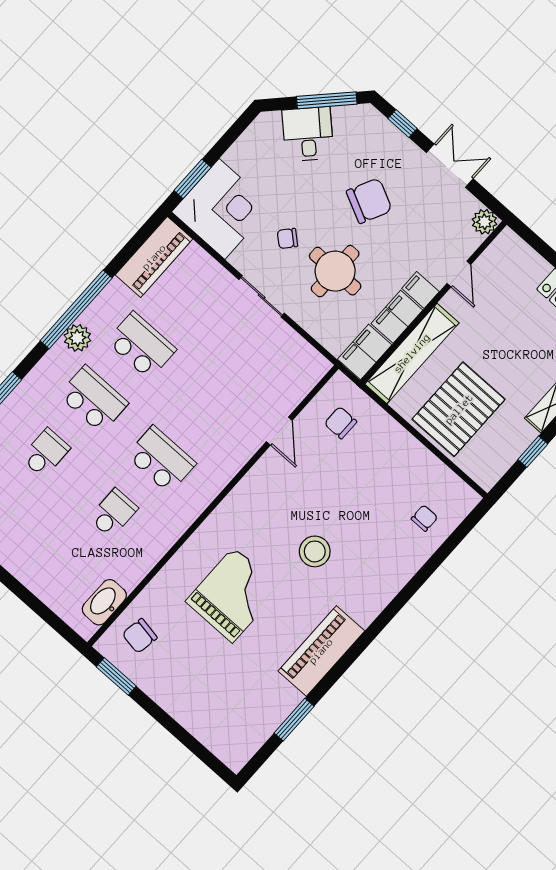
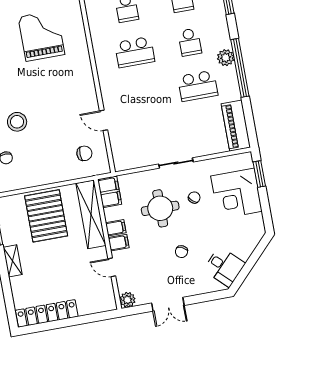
window: (327, 100) -> (246, 269), removed
window: (403, 124) -> (206, 297), removed
desk: (308, 134) -> (224, 267), moved
chair: (369, 201) -> (181, 252), width x0.54, depth x0.54
corner desk: (222, 209) -> (236, 194), moved
filing cabinet: (397, 317) -> (116, 228), width x0.50
school desk: (93, 399) -> (190, 42), width x0.54
stool: (315, 551) -> (17, 122), moved
grand piano: (233, 595) -> (41, 36), turned 180

